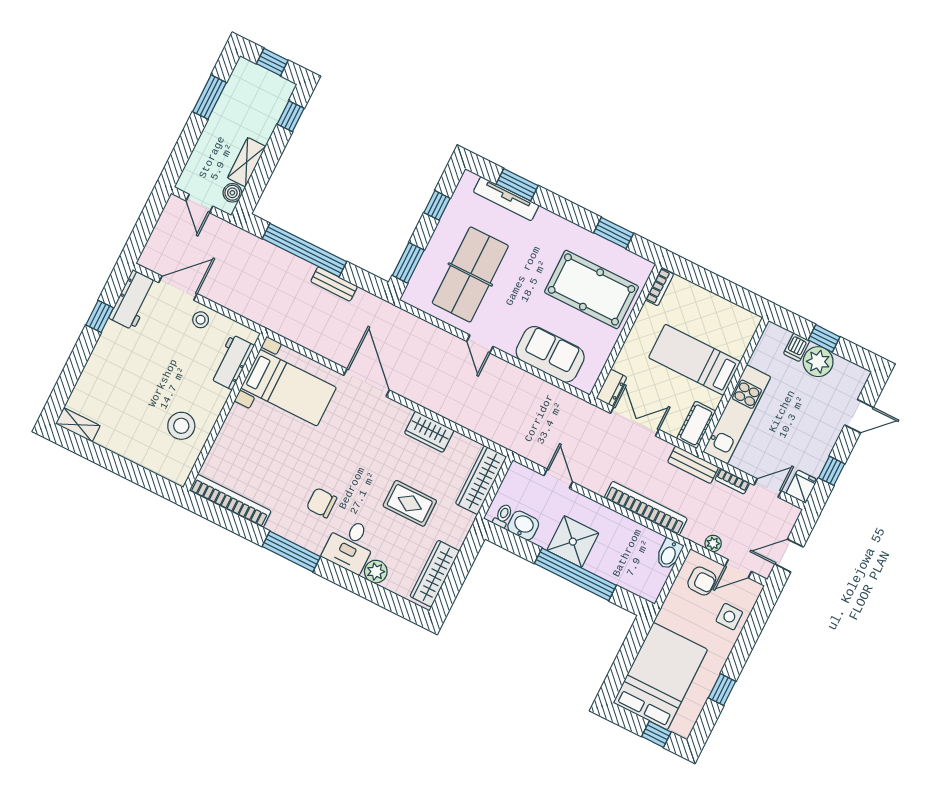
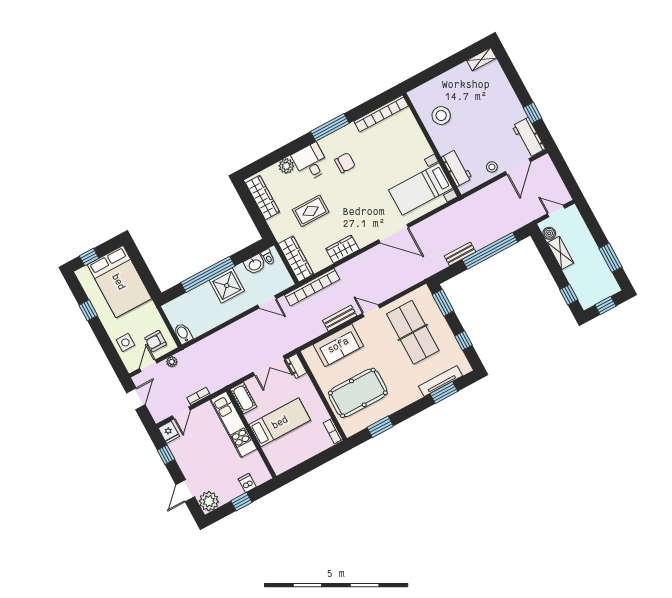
plant: (818, 362) -> (209, 501), moved
bench: (693, 465) -> (340, 318), moved
bookcase: (646, 508) -> (312, 287), moved

